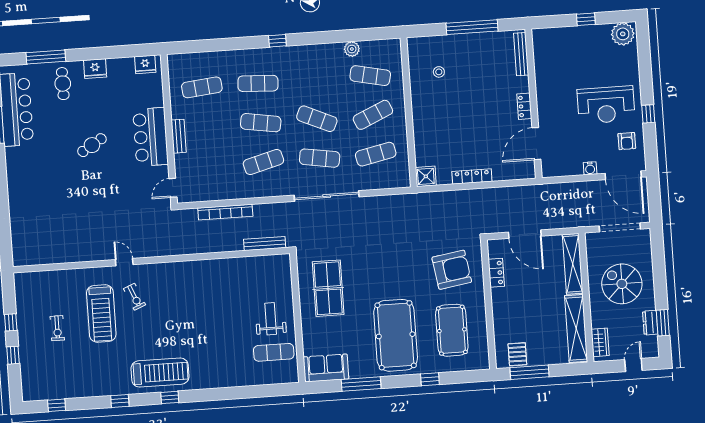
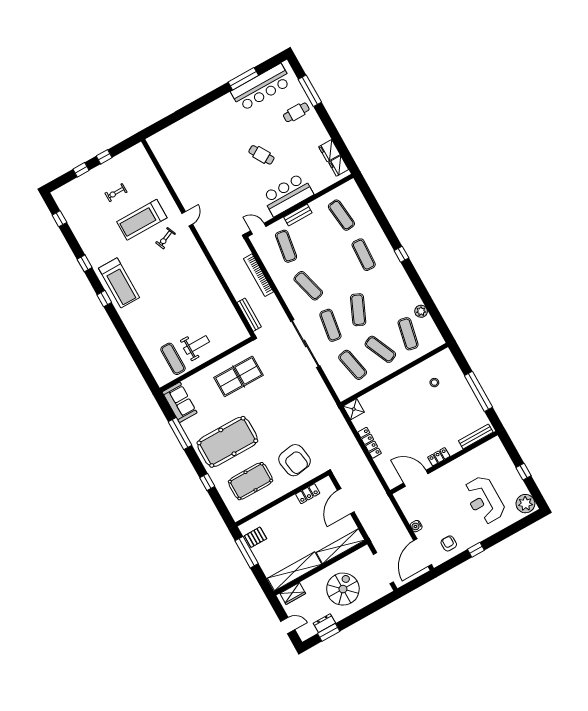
fridge: (95, 69) -> (329, 151), moved
reception desk: (606, 105) -> (484, 500), moved
exercise mat: (261, 123) -> (286, 246), moved
armchair: (627, 141) -> (449, 543), turned 90

